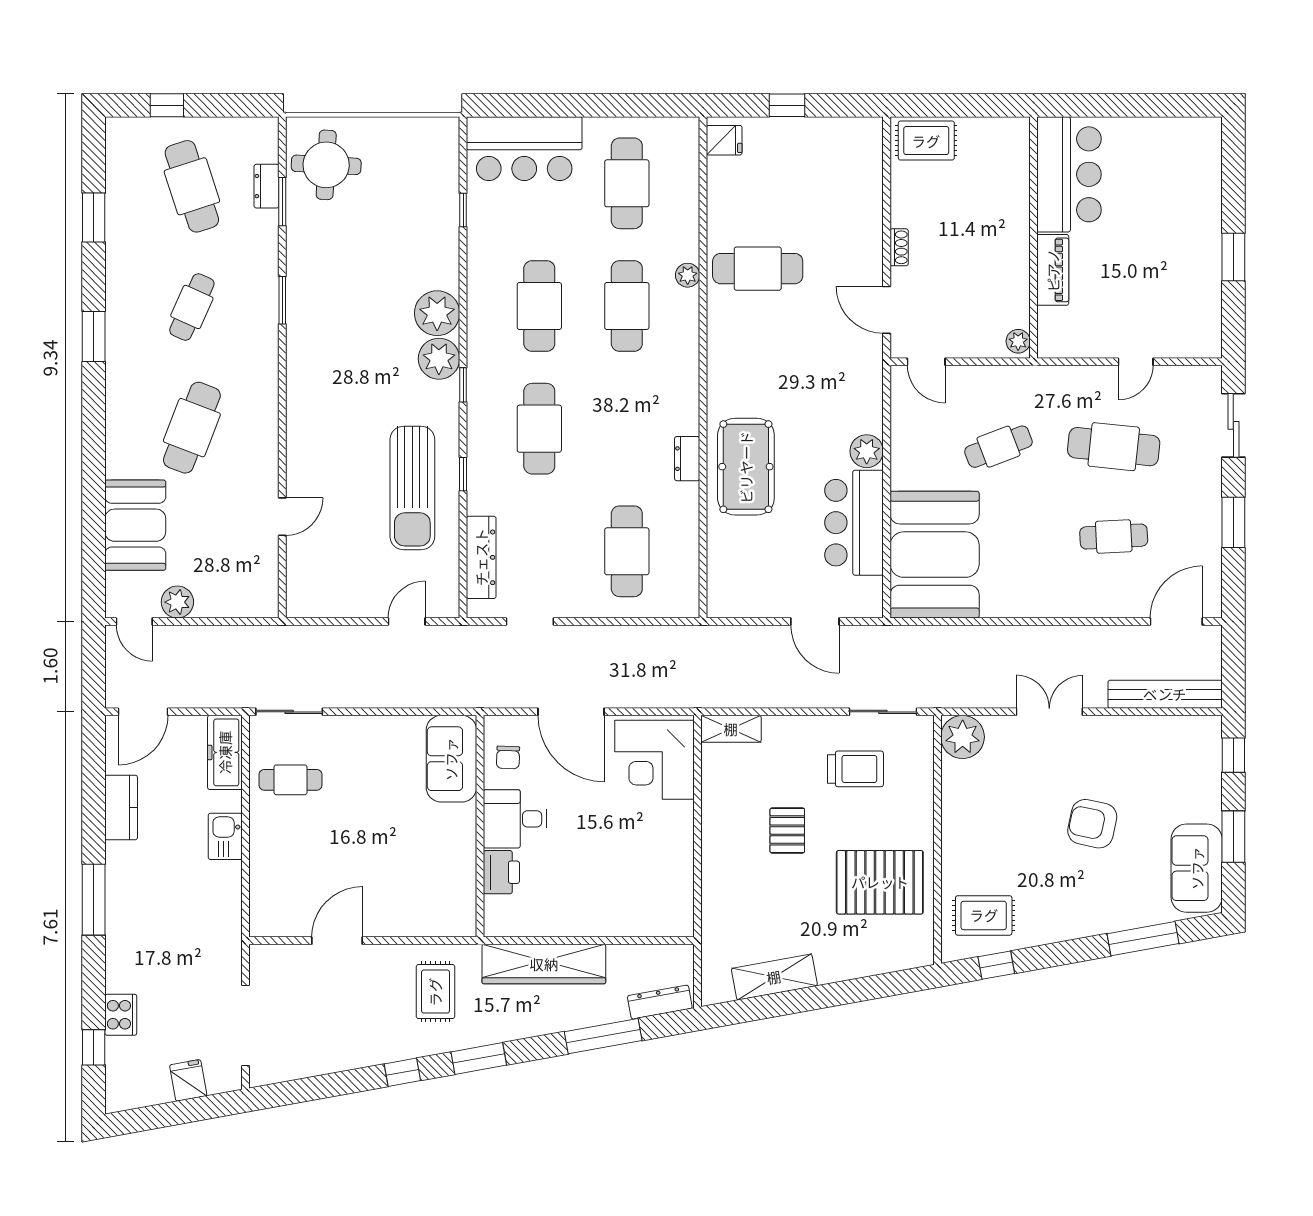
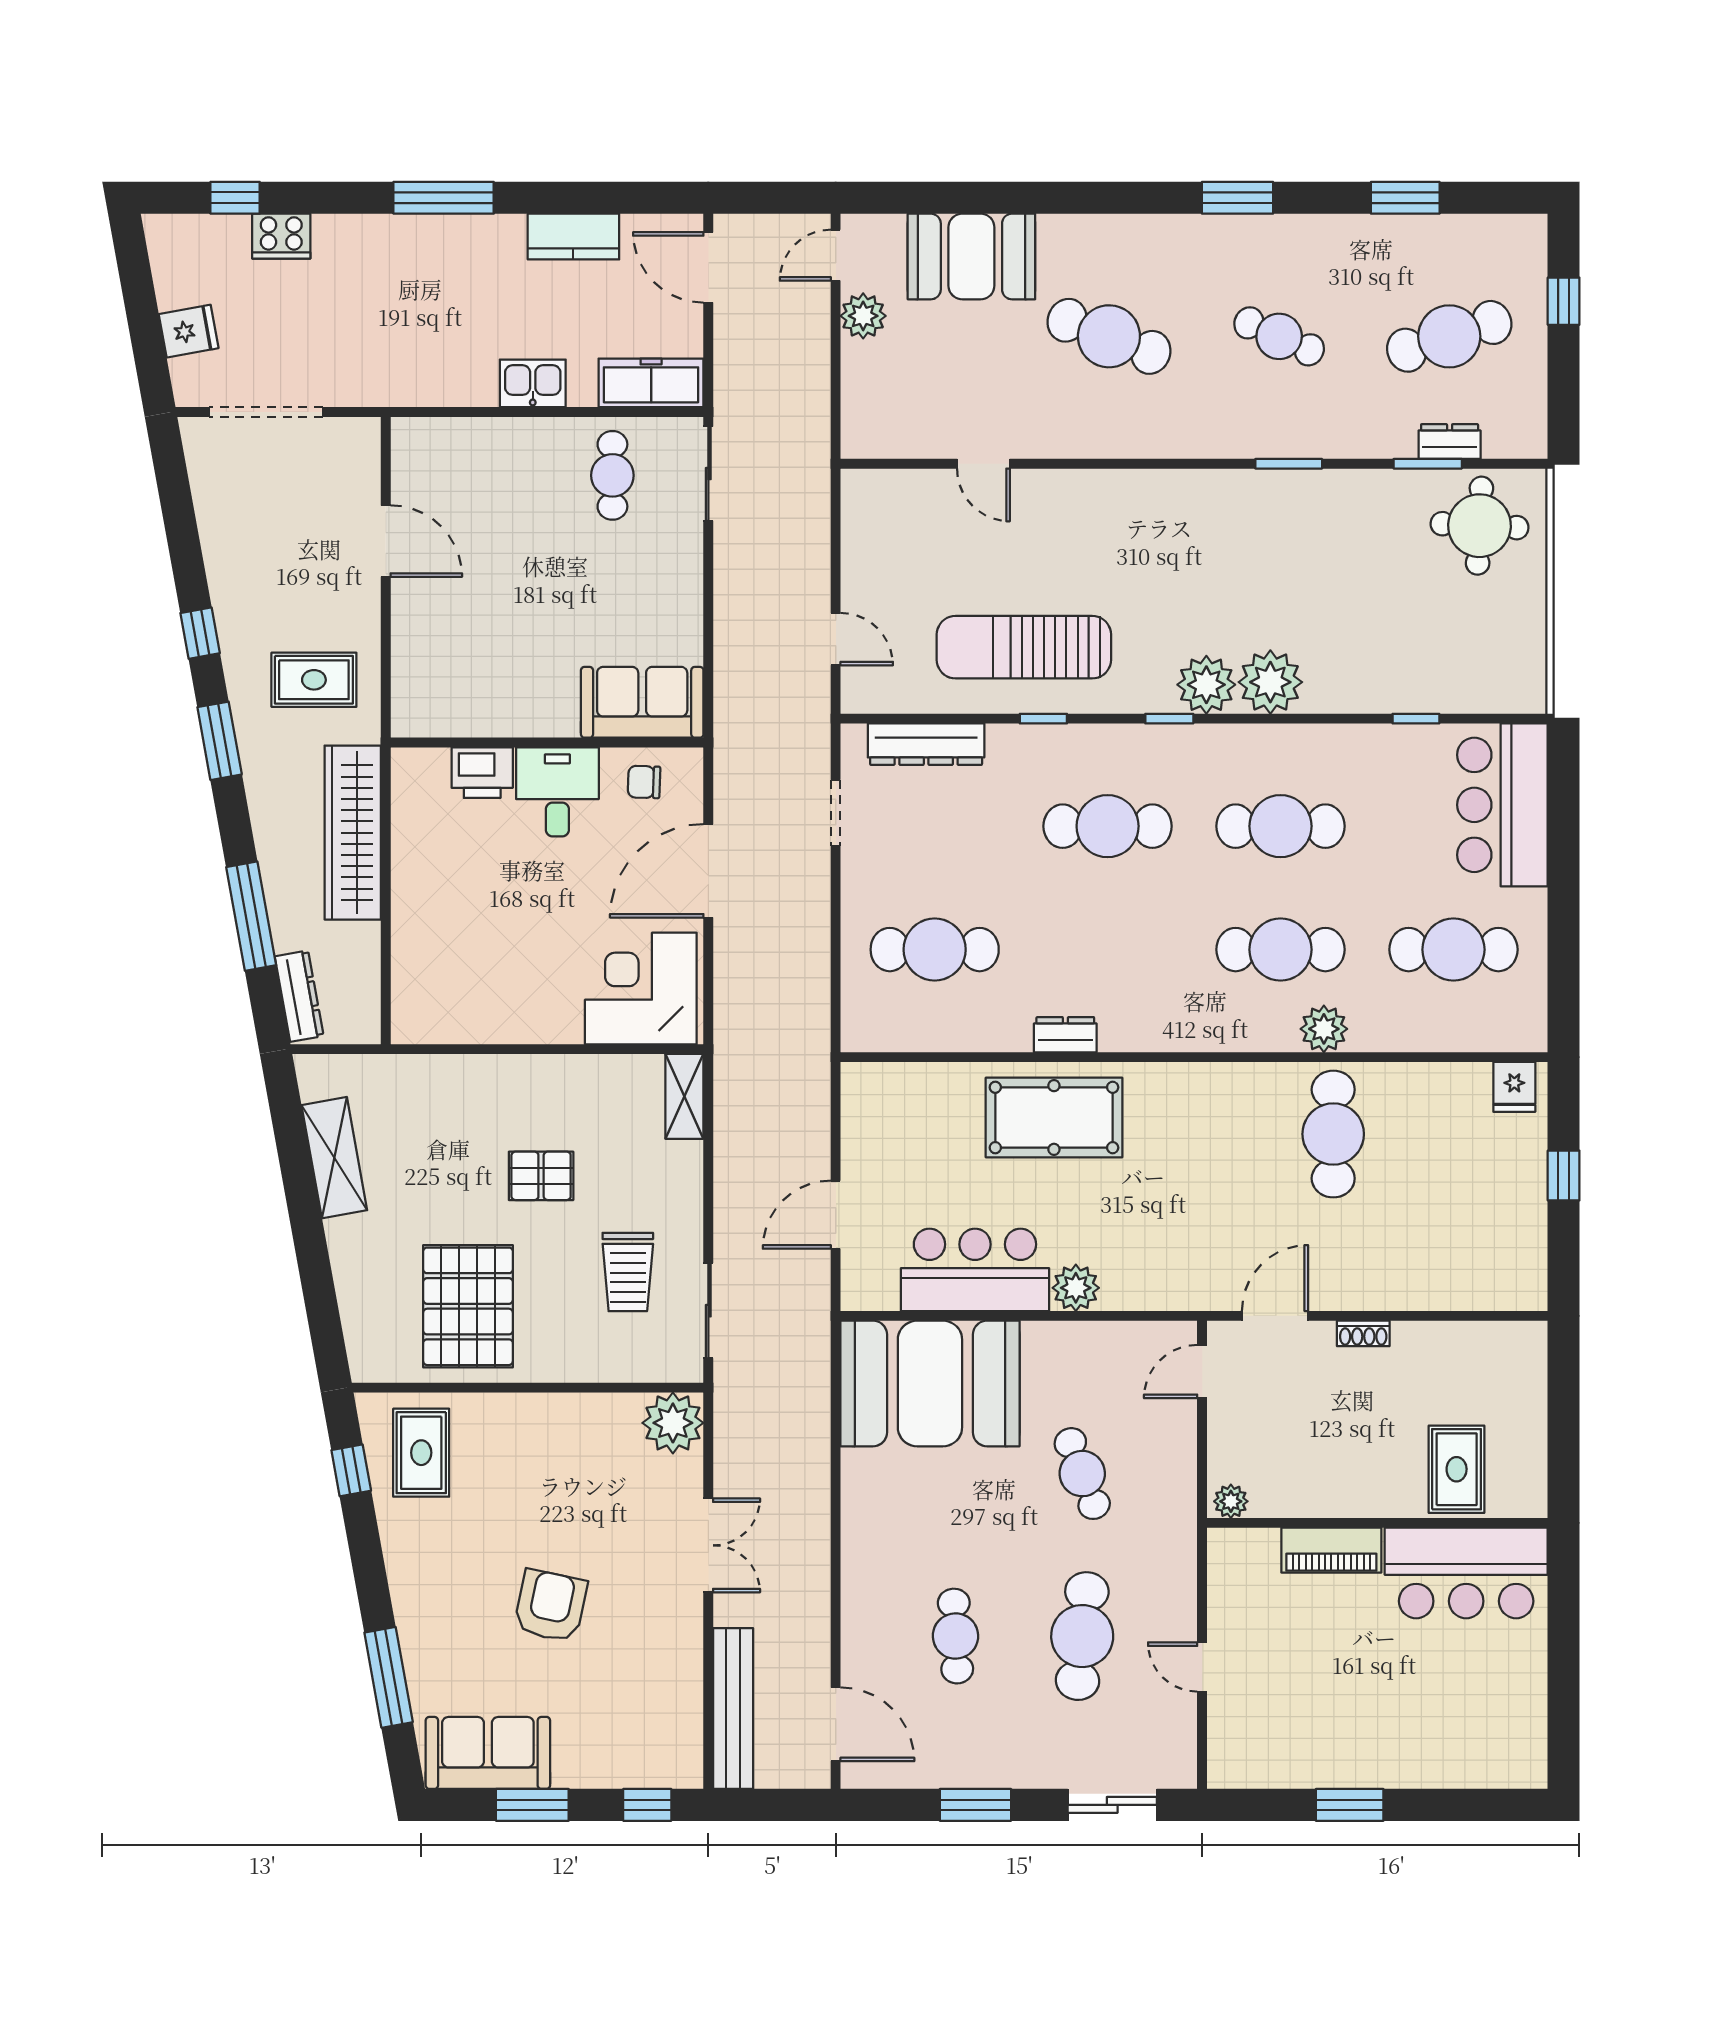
rug: (926, 141) -> (1457, 1469), moved
plant: (688, 275) -> (1324, 1029), width x1.38, depth x1.38

